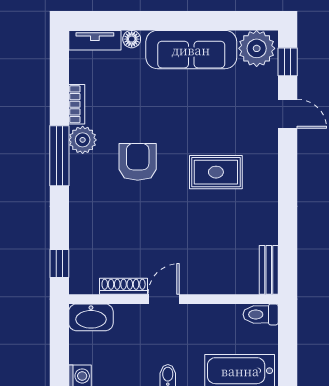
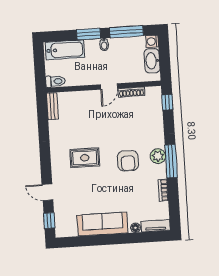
plant: (257, 48) -> (67, 227), removed
plant: (83, 140) -> (158, 156), moved
washbasin: (91, 317) -> (152, 61), moved, turned -90

